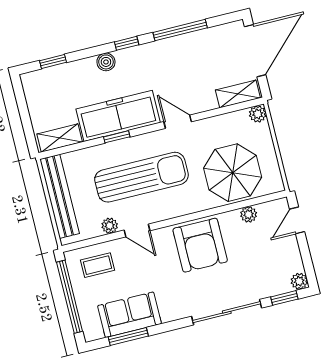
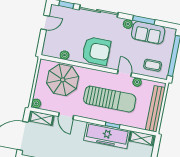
door: (178, 122) -> (66, 116), moved
sun lounger: (141, 177) -> (110, 99), turned 180
door: (297, 220) -> (45, 22), moved
armchair: (200, 245) -> (96, 51), turned 90
plant: (299, 281) -> (128, 24), moved
window: (128, 337) -> (144, 20), moved

